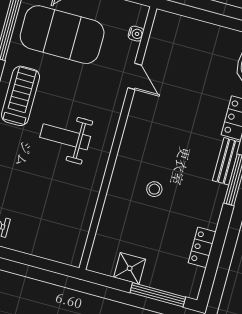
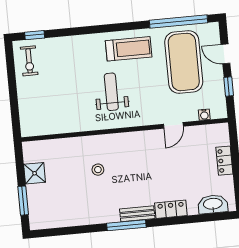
locker: (202, 247) -> (224, 161), moved, turned -90
window: (158, 295) -> (23, 201), width x0.69

